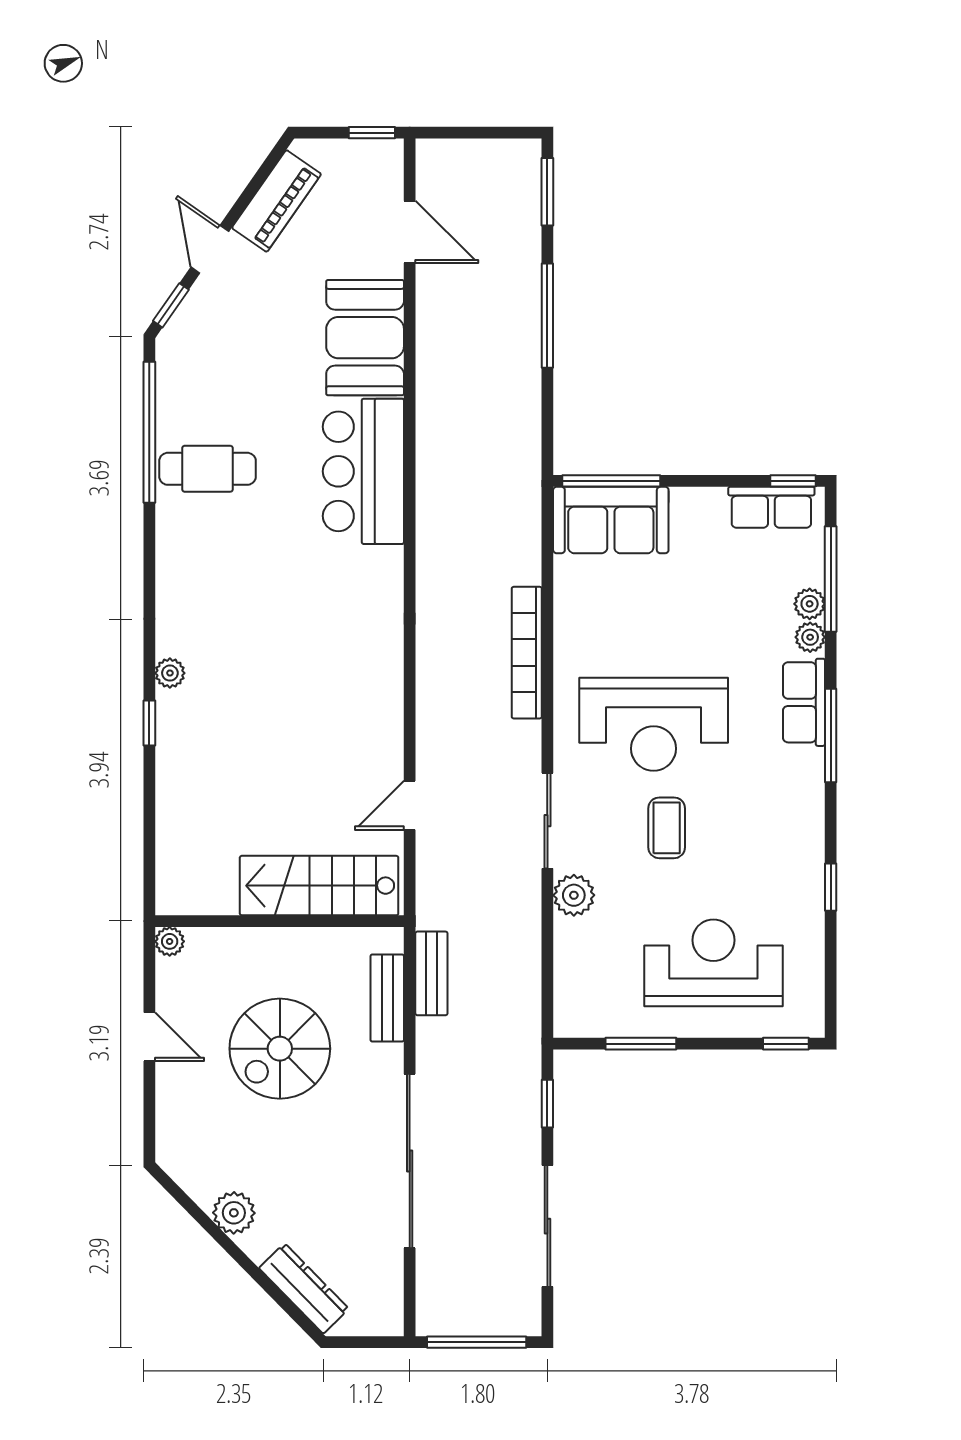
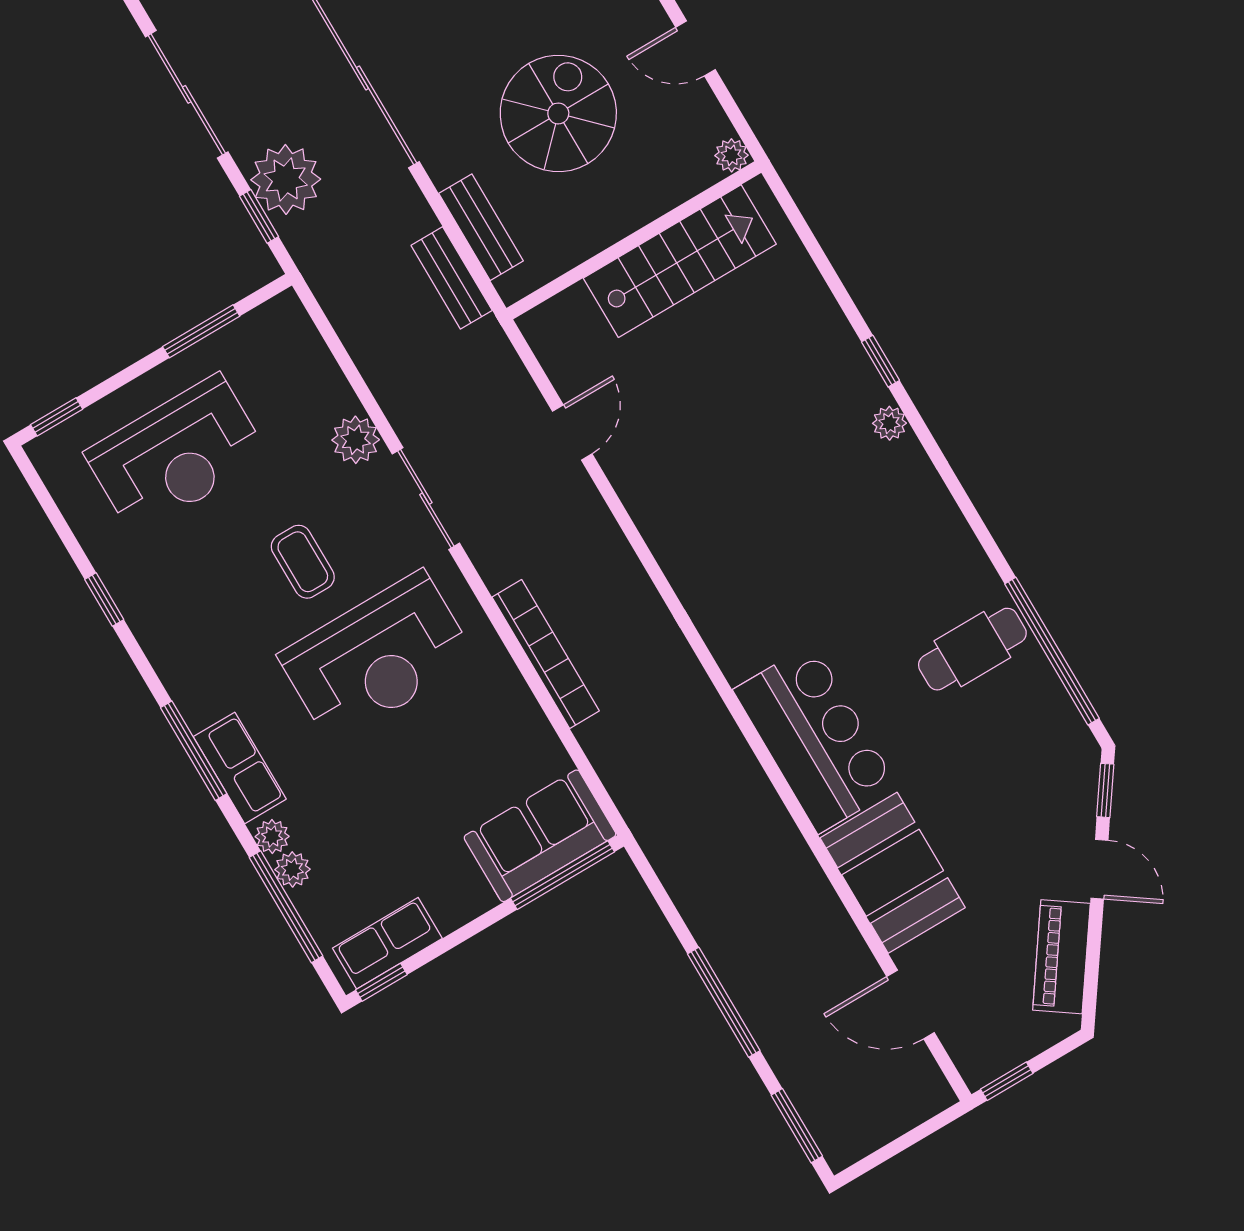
reception desk: (654, 724) -> (377, 657), turned 180
stairs: (319, 886) -> (680, 261), moved
plant: (511, 1119) -> (286, 179), added

